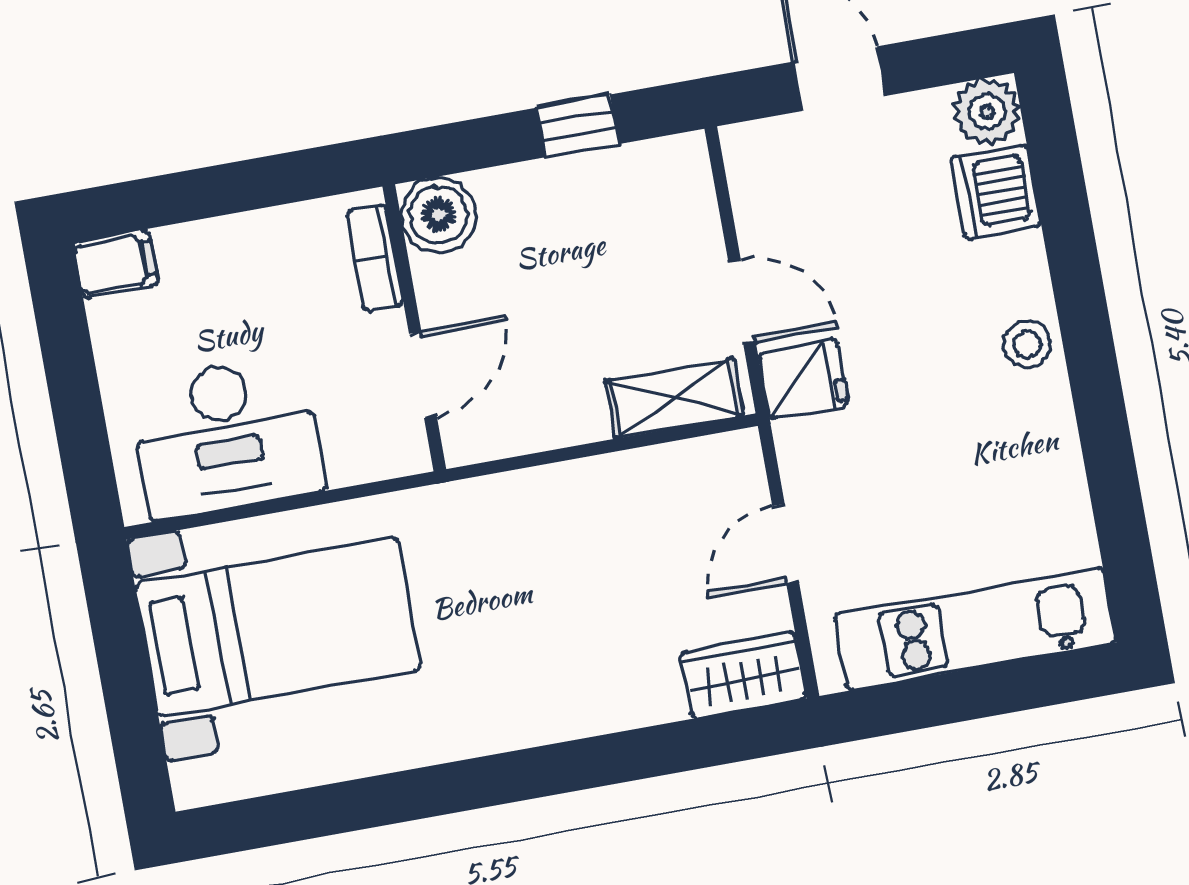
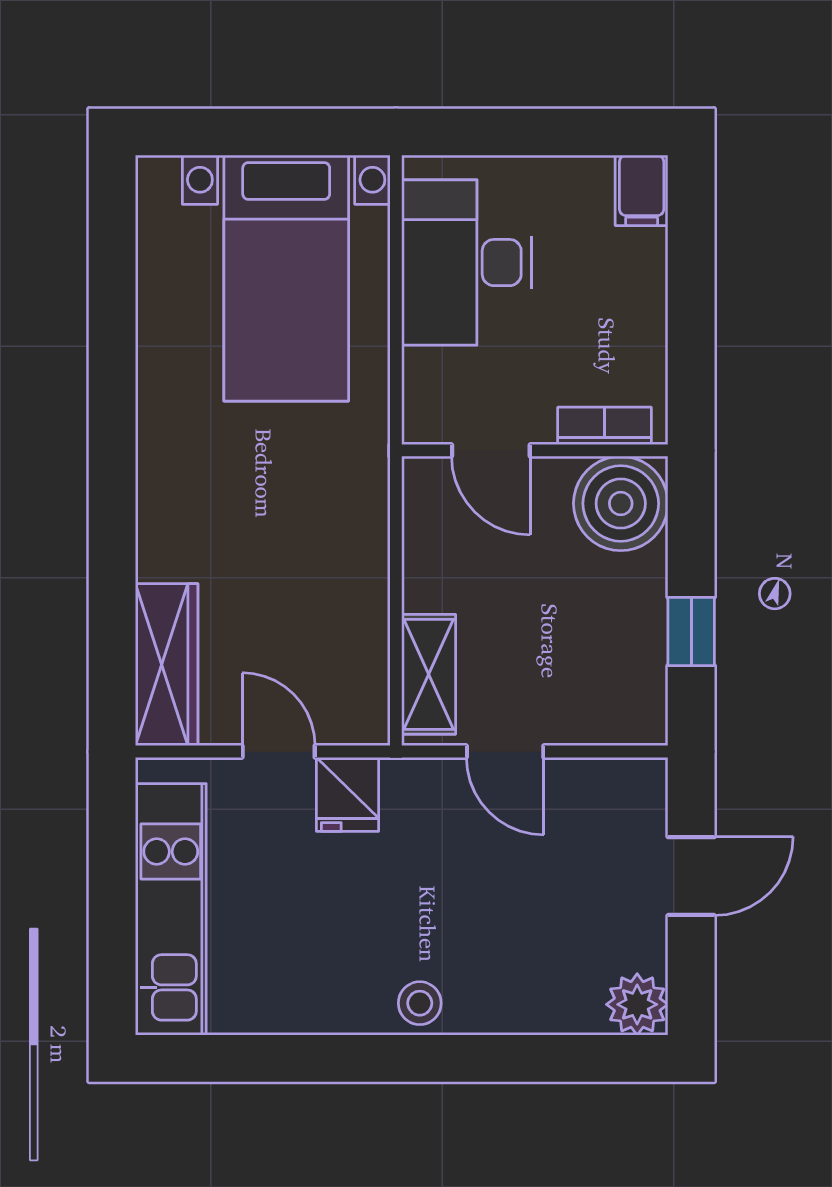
dishwasher: (996, 192) -> (563, 999), removed
boiler: (439, 215) -> (621, 503), width x1.37, depth x1.37
door: (742, 302) -> (505, 752), hinge flipped
fridge: (803, 380) -> (347, 794), moved
wardrobe: (743, 675) -> (167, 665), width x1.50

